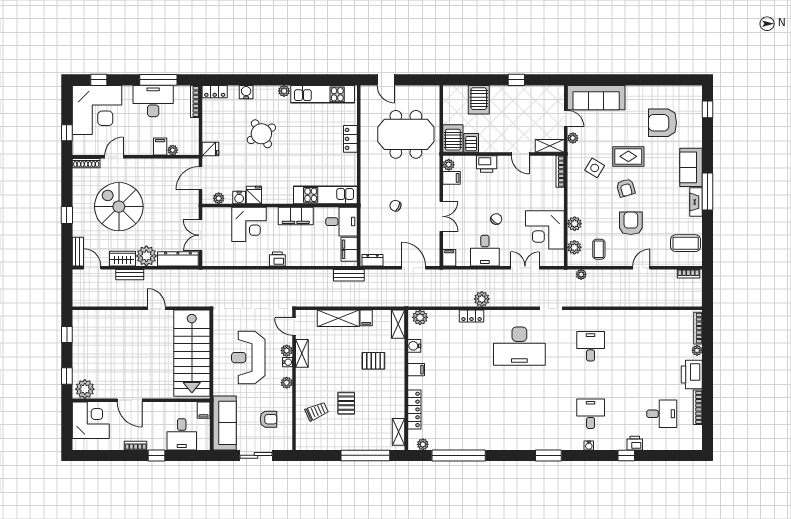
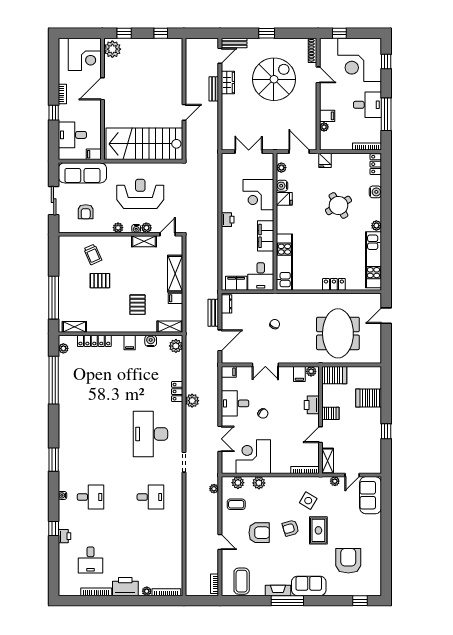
sofa: (596, 98) -> (371, 495), width x0.73
desk: (153, 101) -> (367, 105), width x0.73
server rack: (471, 143) -> (330, 413), moved
plant: (146, 256) -> (230, 104), removed
dresser: (178, 259) -> (228, 132), removed
bench: (349, 275) -> (213, 313), moved

